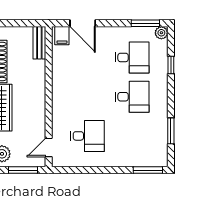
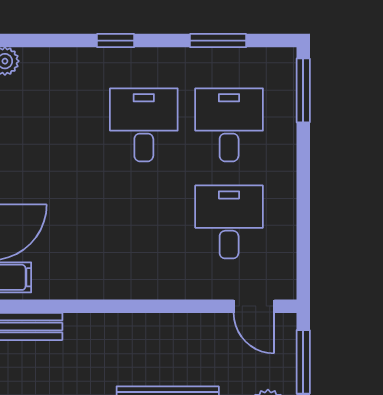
desk: (132, 57) -> (229, 125), moved
window: (171, 65) -> (116, 41), moved

